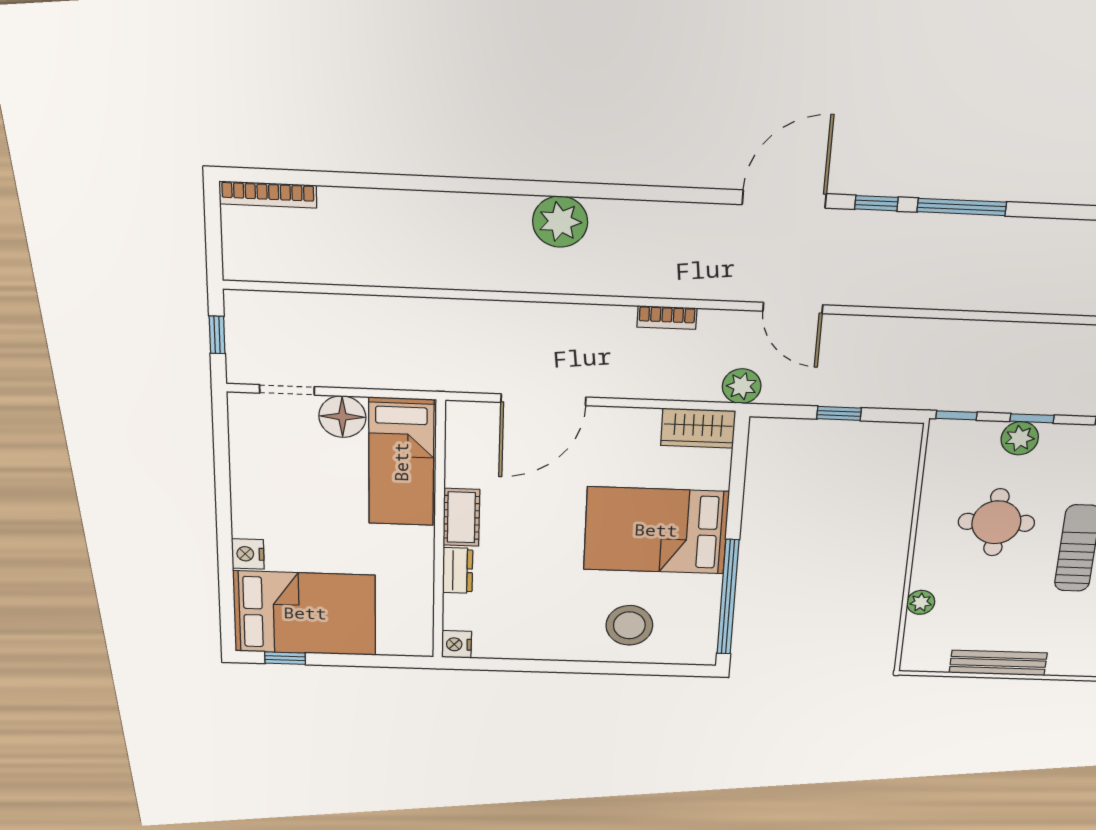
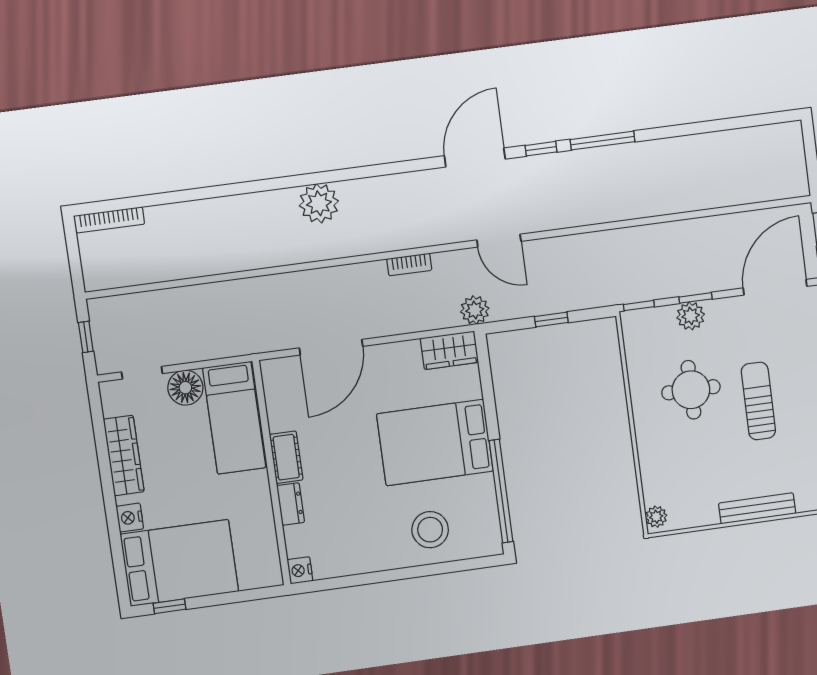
wardrobe: (249, 483) -> (124, 456), added
plant: (921, 602) -> (656, 517), moved
bench: (998, 663) -> (757, 508), moved

